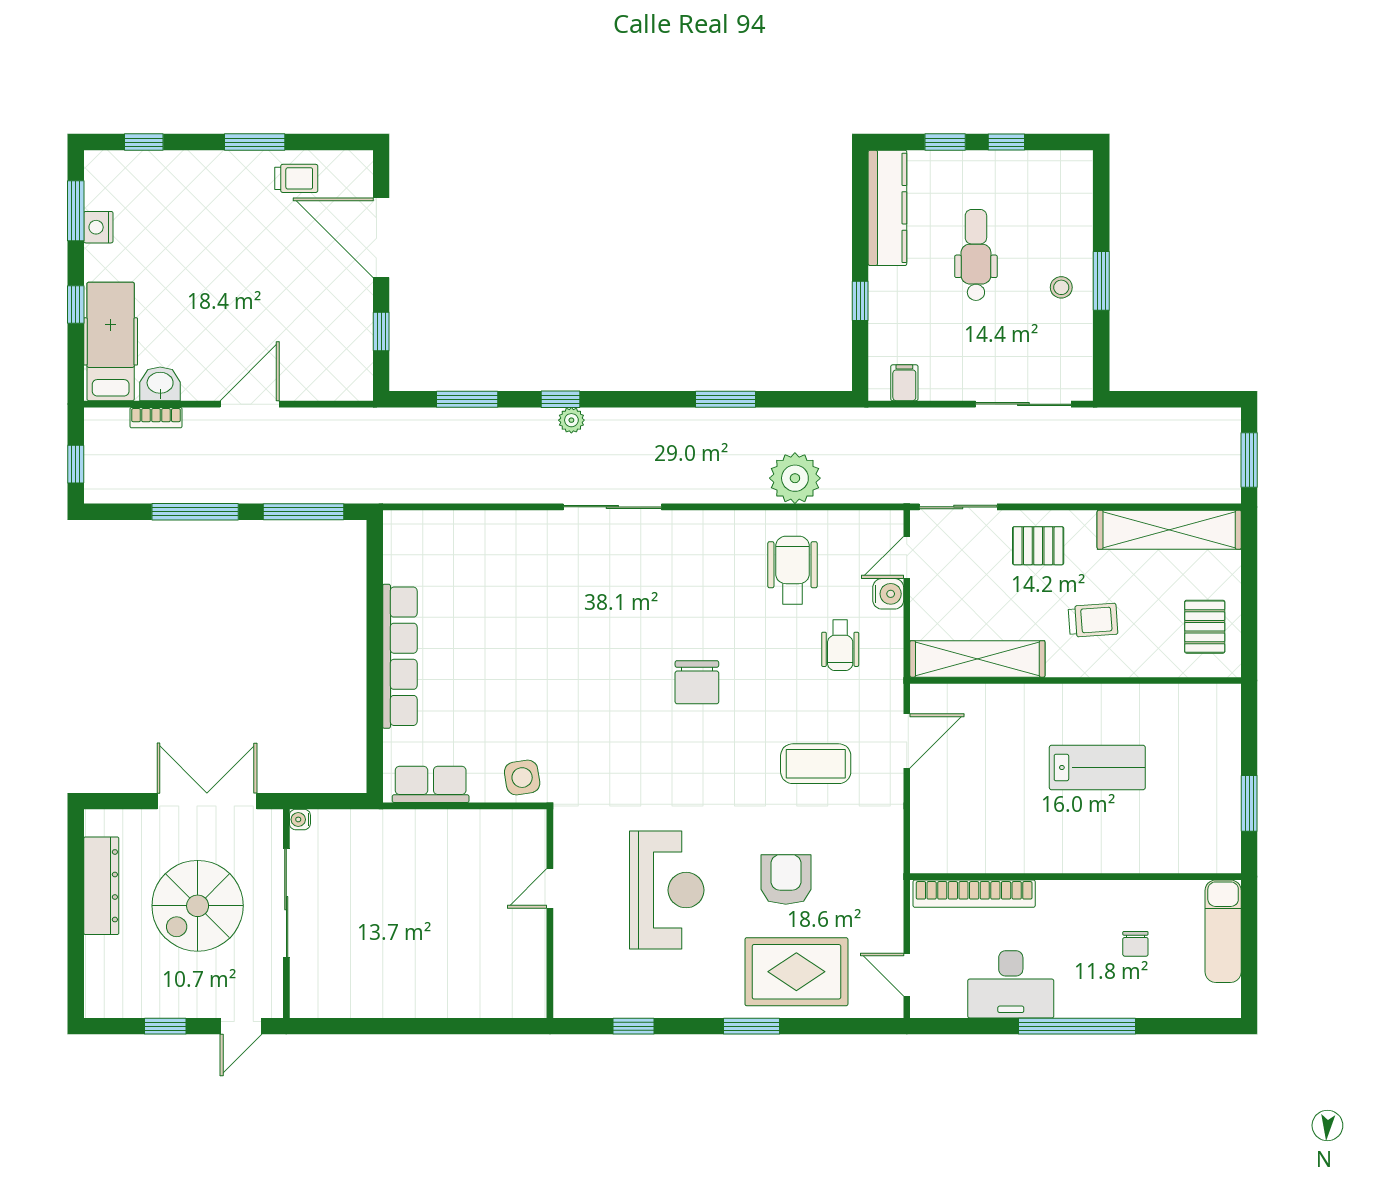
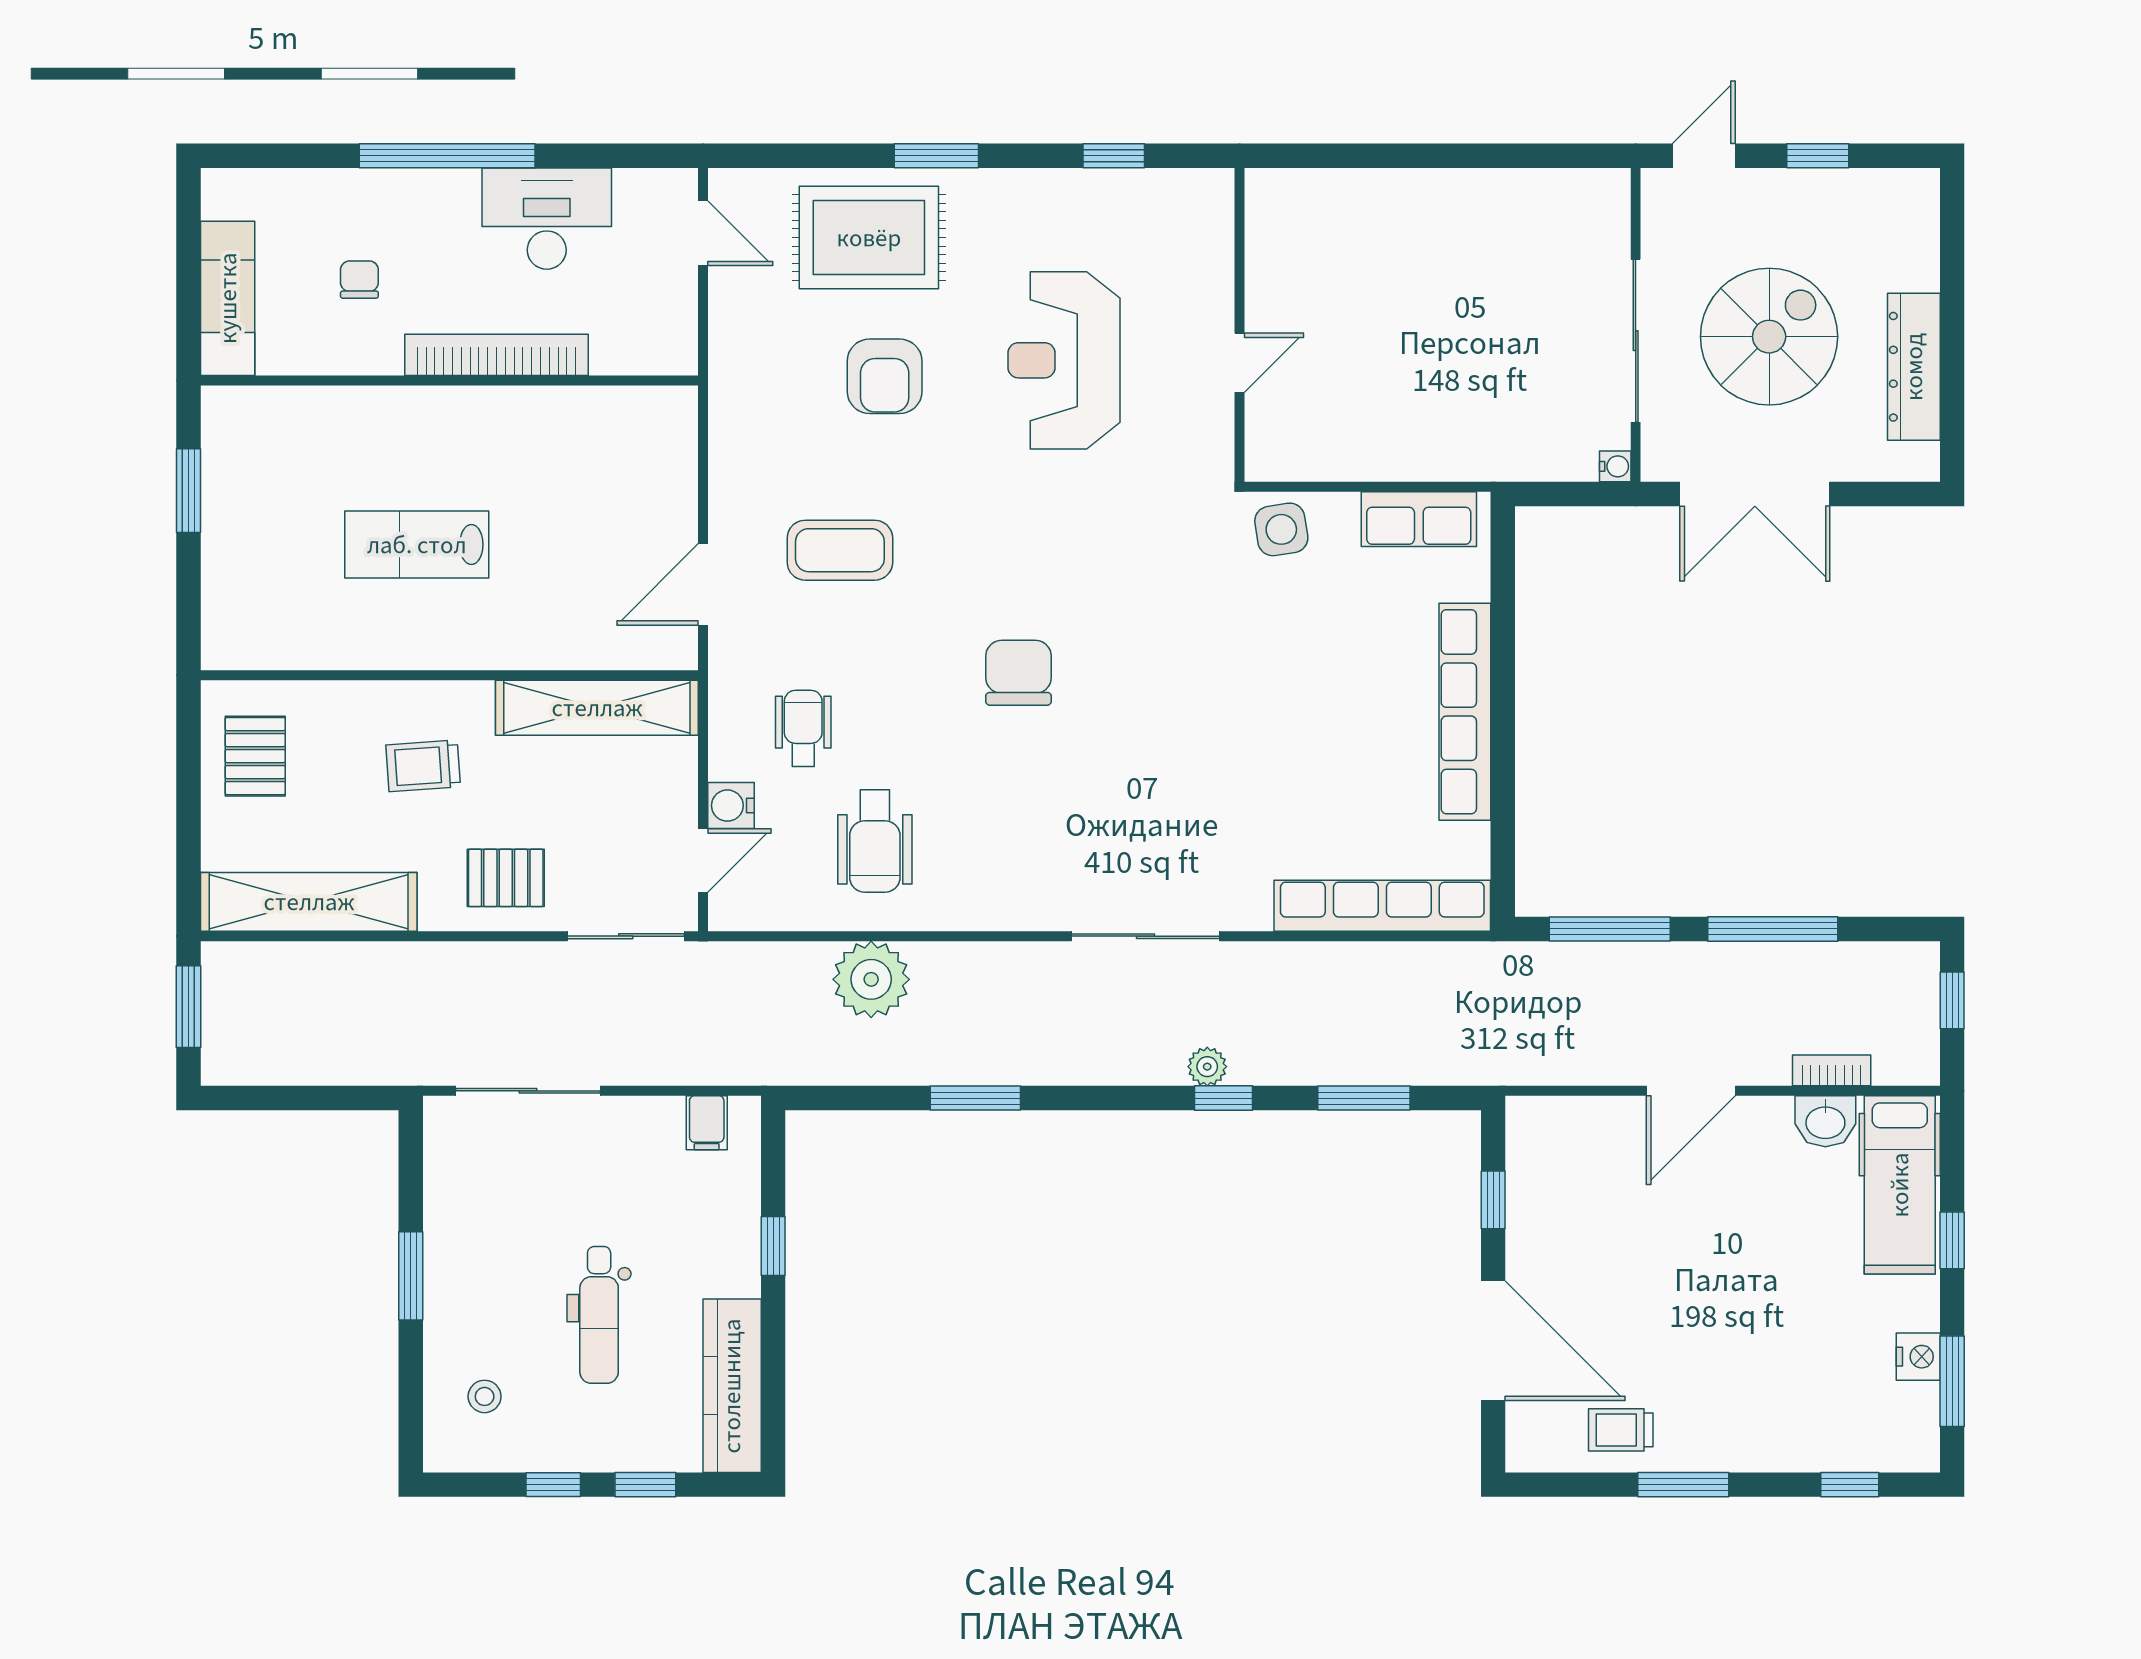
stool: (1061, 287) -> (485, 1396), moved
row of seats: (455, 527) -> (1382, 906), added
bookcase: (974, 894) -> (496, 355), moved

